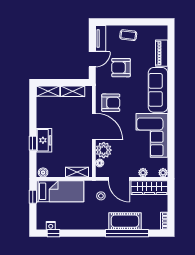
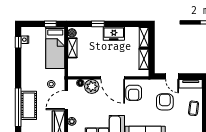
door: (94, 126) -> (113, 78), hinge flipped
freezer: (44, 140) -> (114, 34), moved
shelving: (77, 172) -> (72, 48), moved

